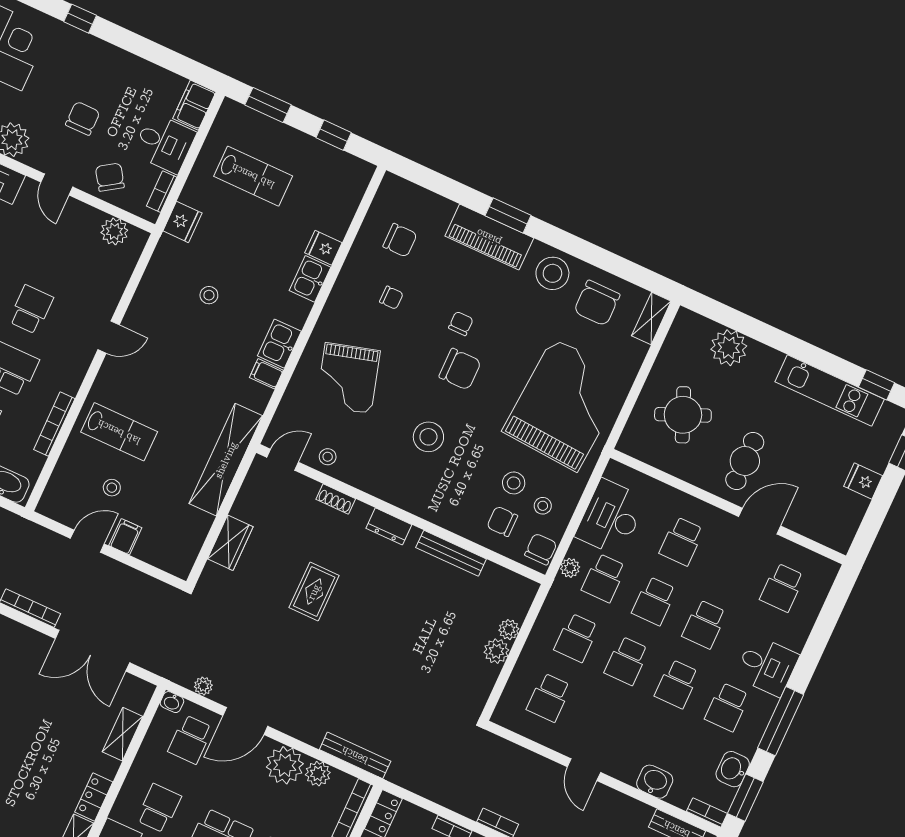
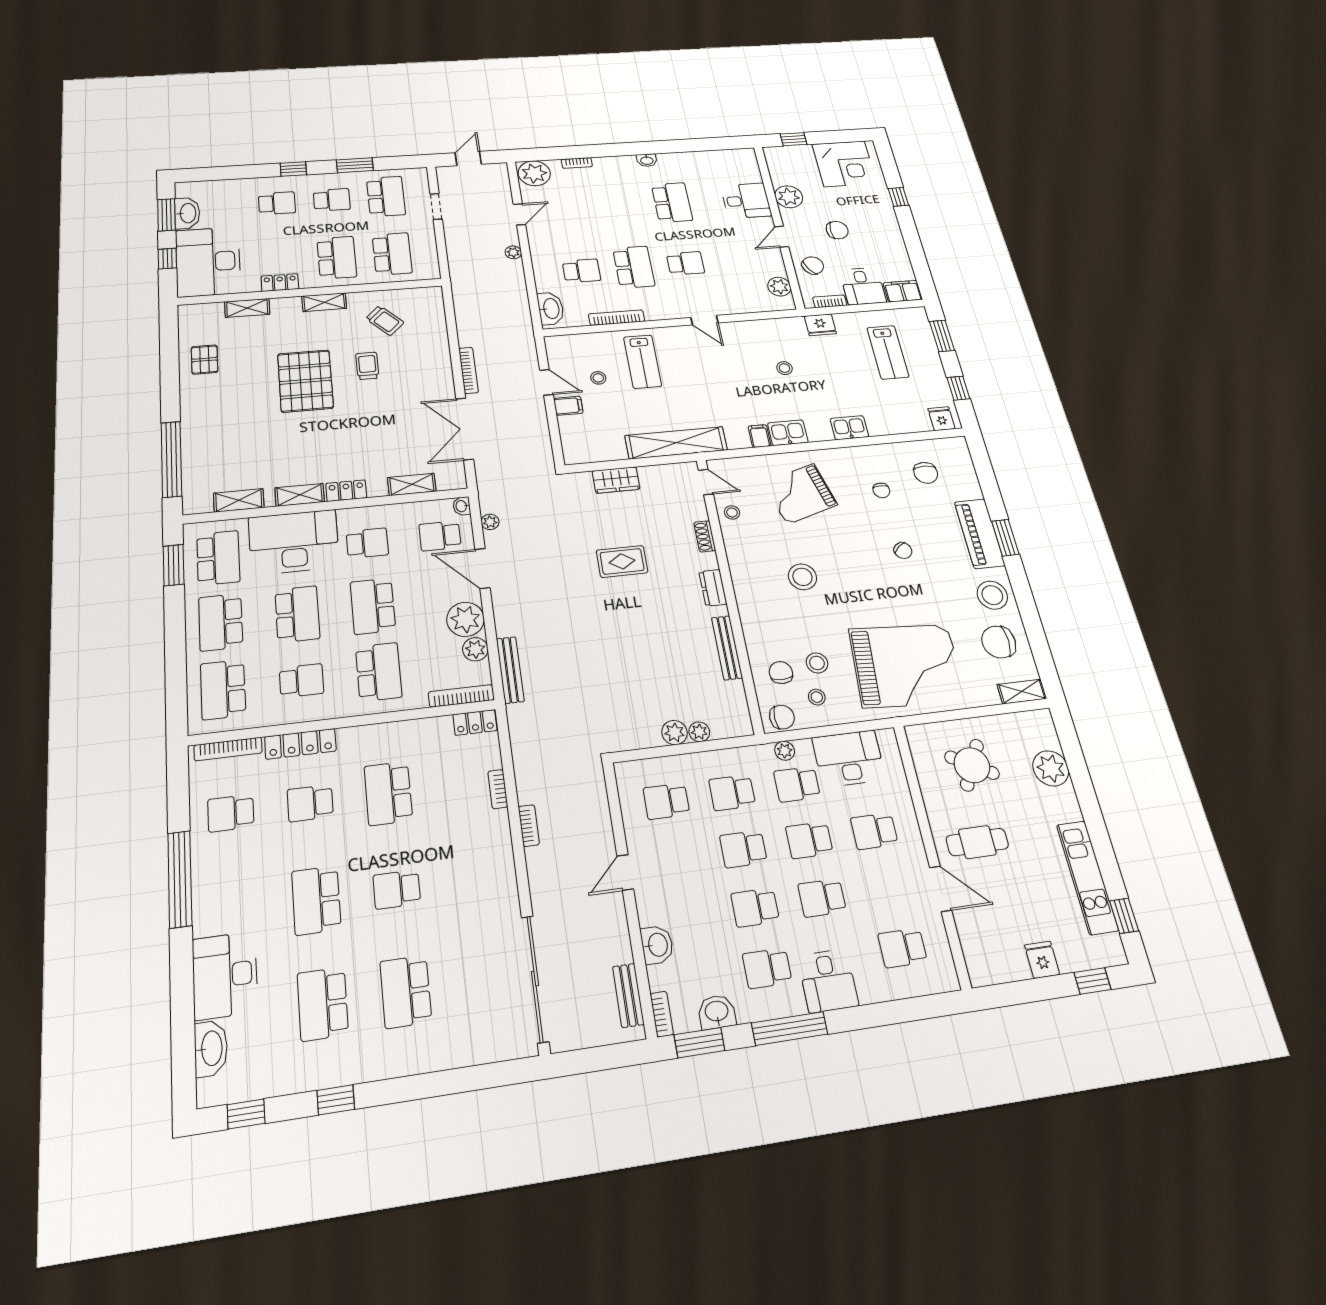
fridge: (323, 248) -> (941, 419), moved
chair: (461, 324) -> (903, 550), turned 51
chair: (460, 369) -> (870, 570), removed
round table: (683, 415) -> (972, 765), turned -38

